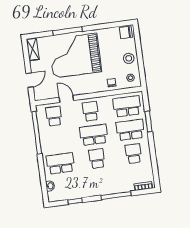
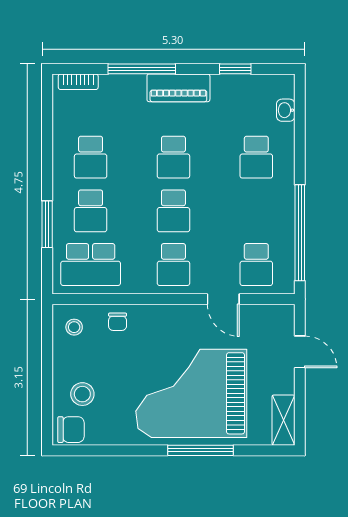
grand piano: (75, 56) -> (191, 393), turned 180
stool: (129, 58) -> (82, 394), moved
door: (30, 80) -> (300, 352), swing flipped
school desk: (130, 130) -> (91, 211), width x0.54
school desk: (94, 135) -> (173, 211), width x0.54
school desk: (60, 163) -> (256, 157), width x0.54
piano: (99, 189) -> (178, 88), added

